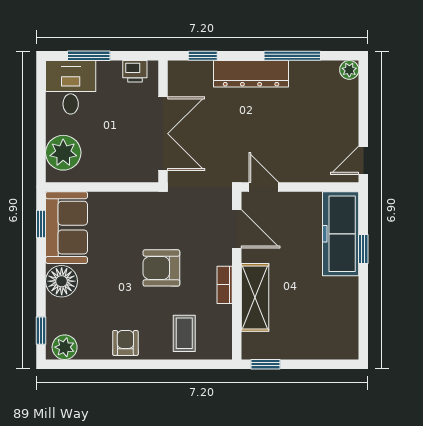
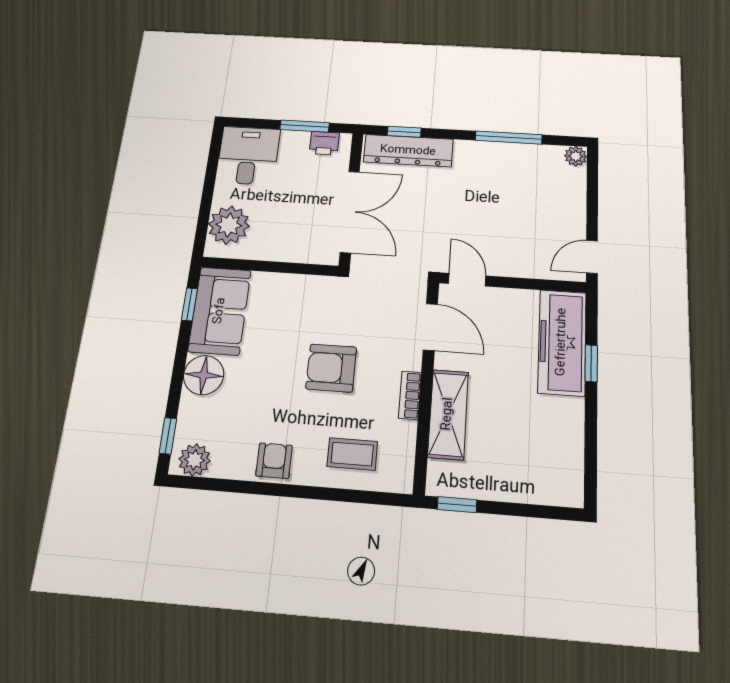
window: (89, 56) -> (305, 126), moved
dresser: (251, 74) -> (408, 151), moved
coffee table: (184, 333) -> (352, 454), turned 90

